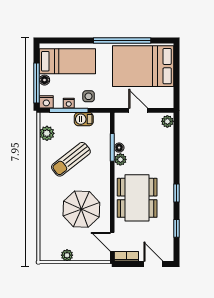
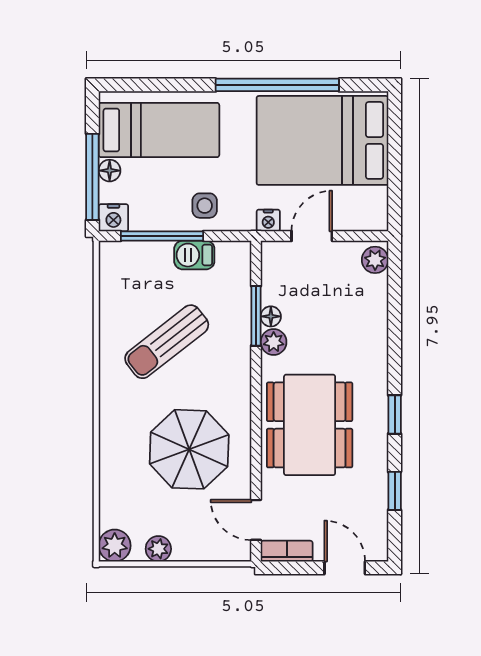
nightstand: (69, 103) -> (268, 220), moved
door: (138, 110) -> (312, 236), hinge flipped
plant: (47, 133) -> (115, 546), moved

